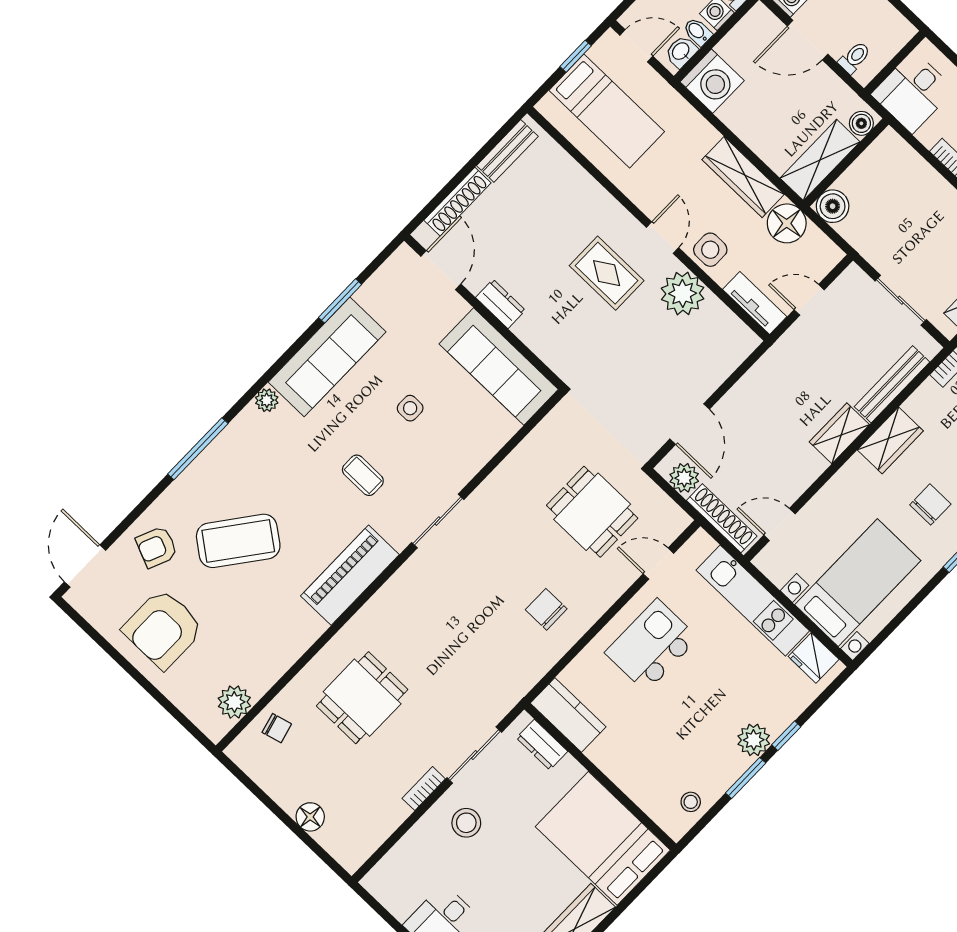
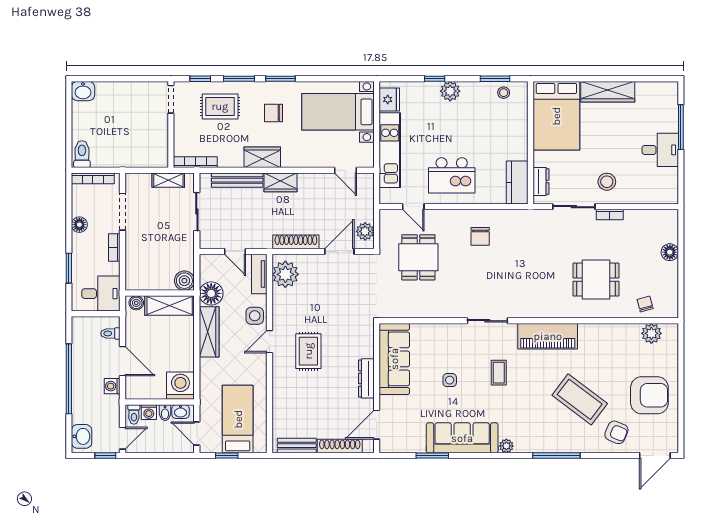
plant: (683, 293) -> (285, 274), moved
dresser: (500, 304) -> (366, 378), width x1.44
shoe rack: (722, 518) -> (296, 242), moved, turned 90
window: (746, 778) -> (495, 79), moved

